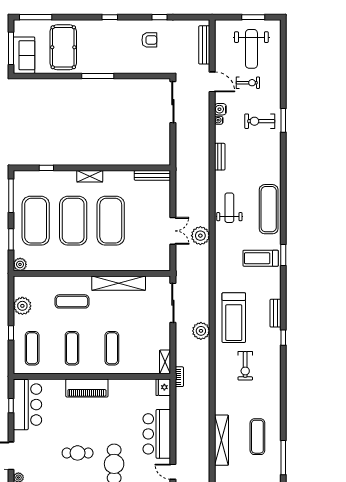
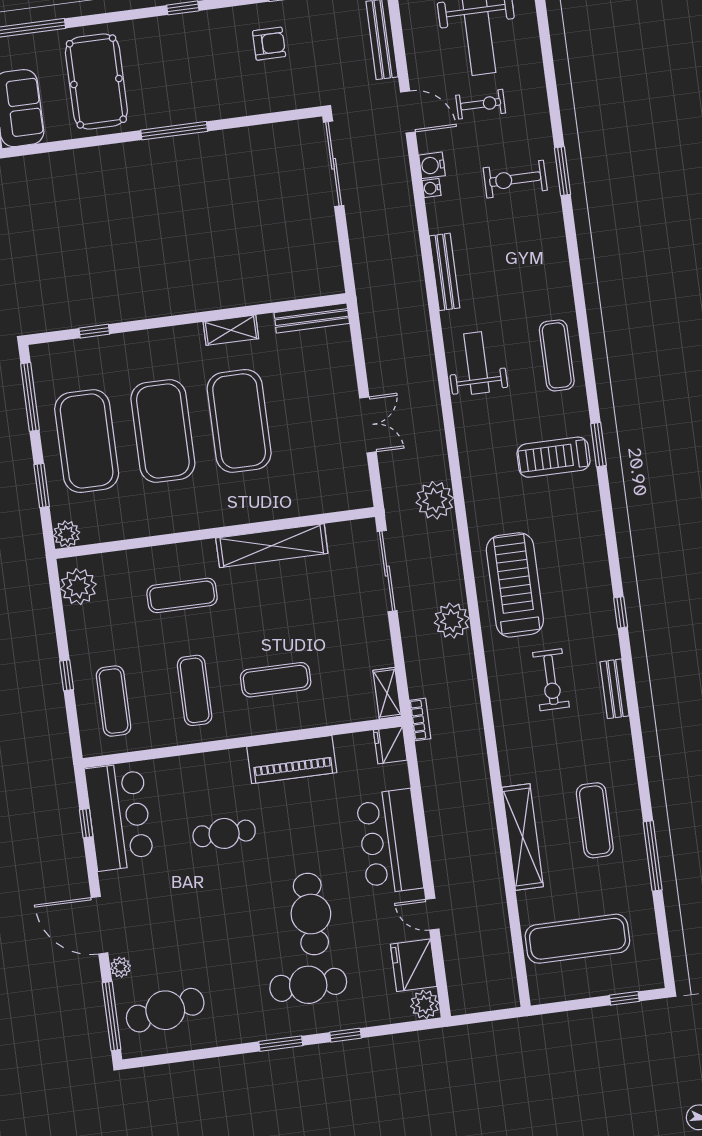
bench: (220, 157) -> (445, 272), width x1.36
shelving: (90, 176) -> (231, 330), moved
exercise mat: (269, 209) -> (557, 355), width x0.73, depth x0.69
plant: (200, 236) -> (435, 500), moved
plant: (22, 306) -> (78, 587), moved
bench: (275, 313) -> (615, 689), moved
treadmill: (234, 318) -> (515, 585), turned 180
exercise mat: (112, 348) -> (276, 680), turned 90
piano: (87, 388) -> (292, 760), moved
cafe table: (78, 453) -> (224, 833), moved

